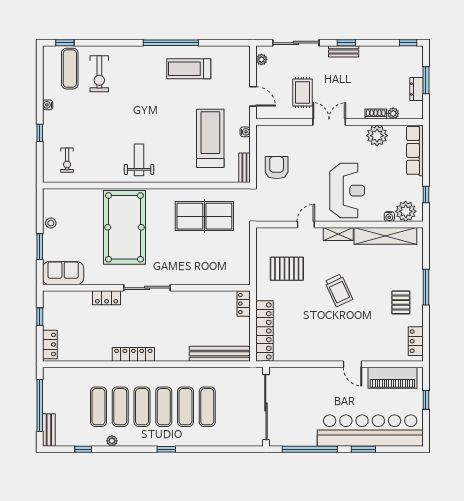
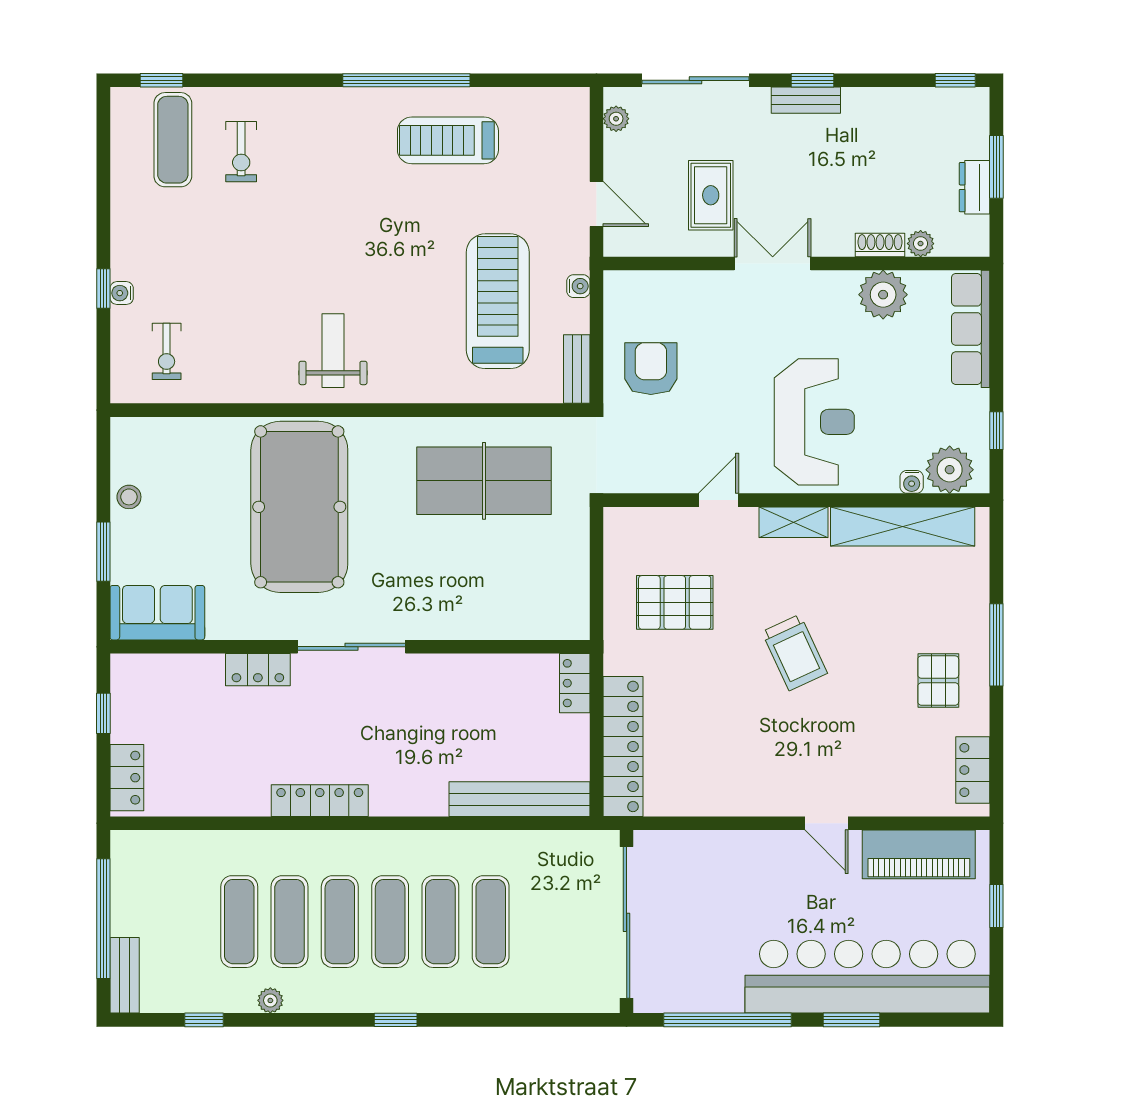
exercise bike: (99, 74) -> (241, 152), width x0.73, depth x0.72
water cooler: (48, 105) -> (122, 293), moved

